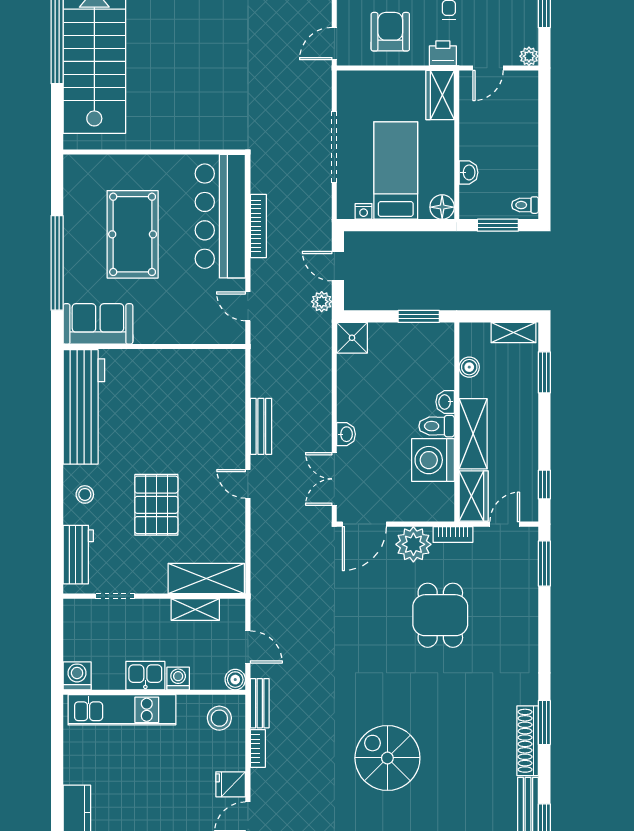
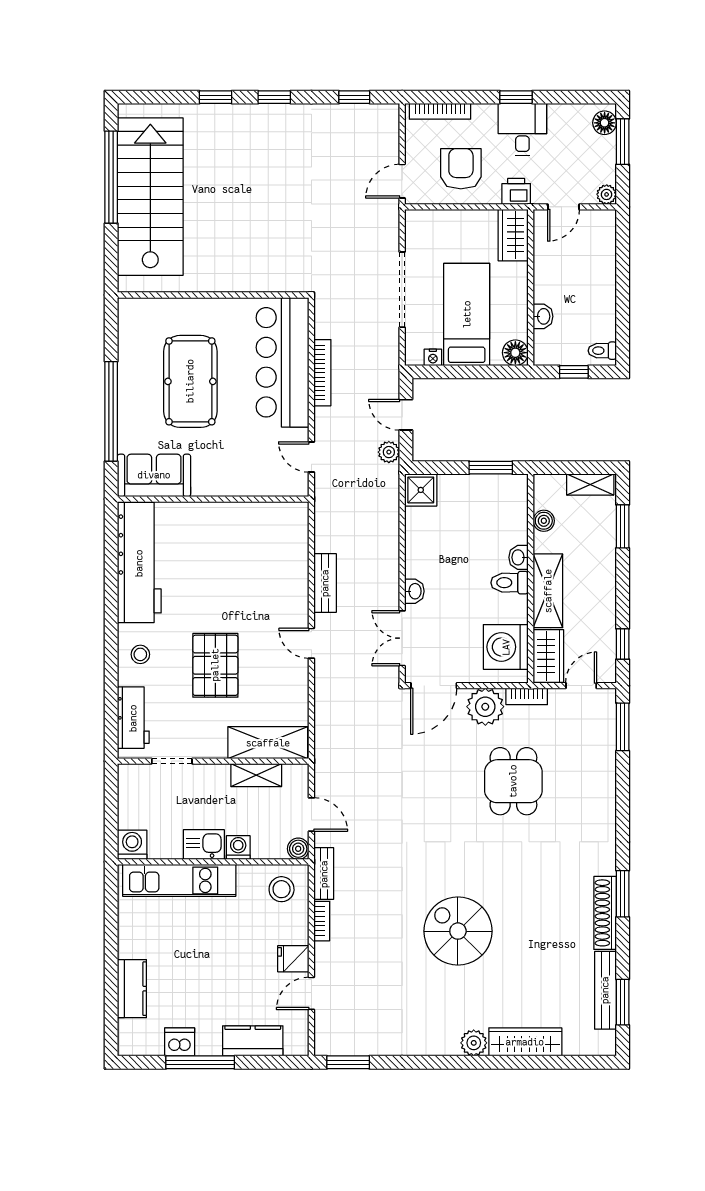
window: (498, 225) -> (574, 372), width x0.67
washing machine: (433, 460) -> (506, 647), moved

